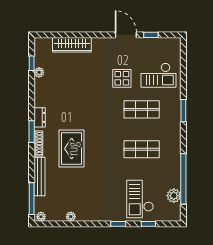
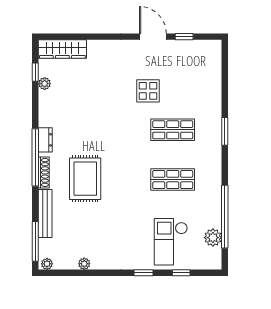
wardrobe: (72, 45) -> (62, 49), moved
checkout: (159, 75) -> (194, 87), removed
window: (32, 132) -> (35, 157), width x2.11

